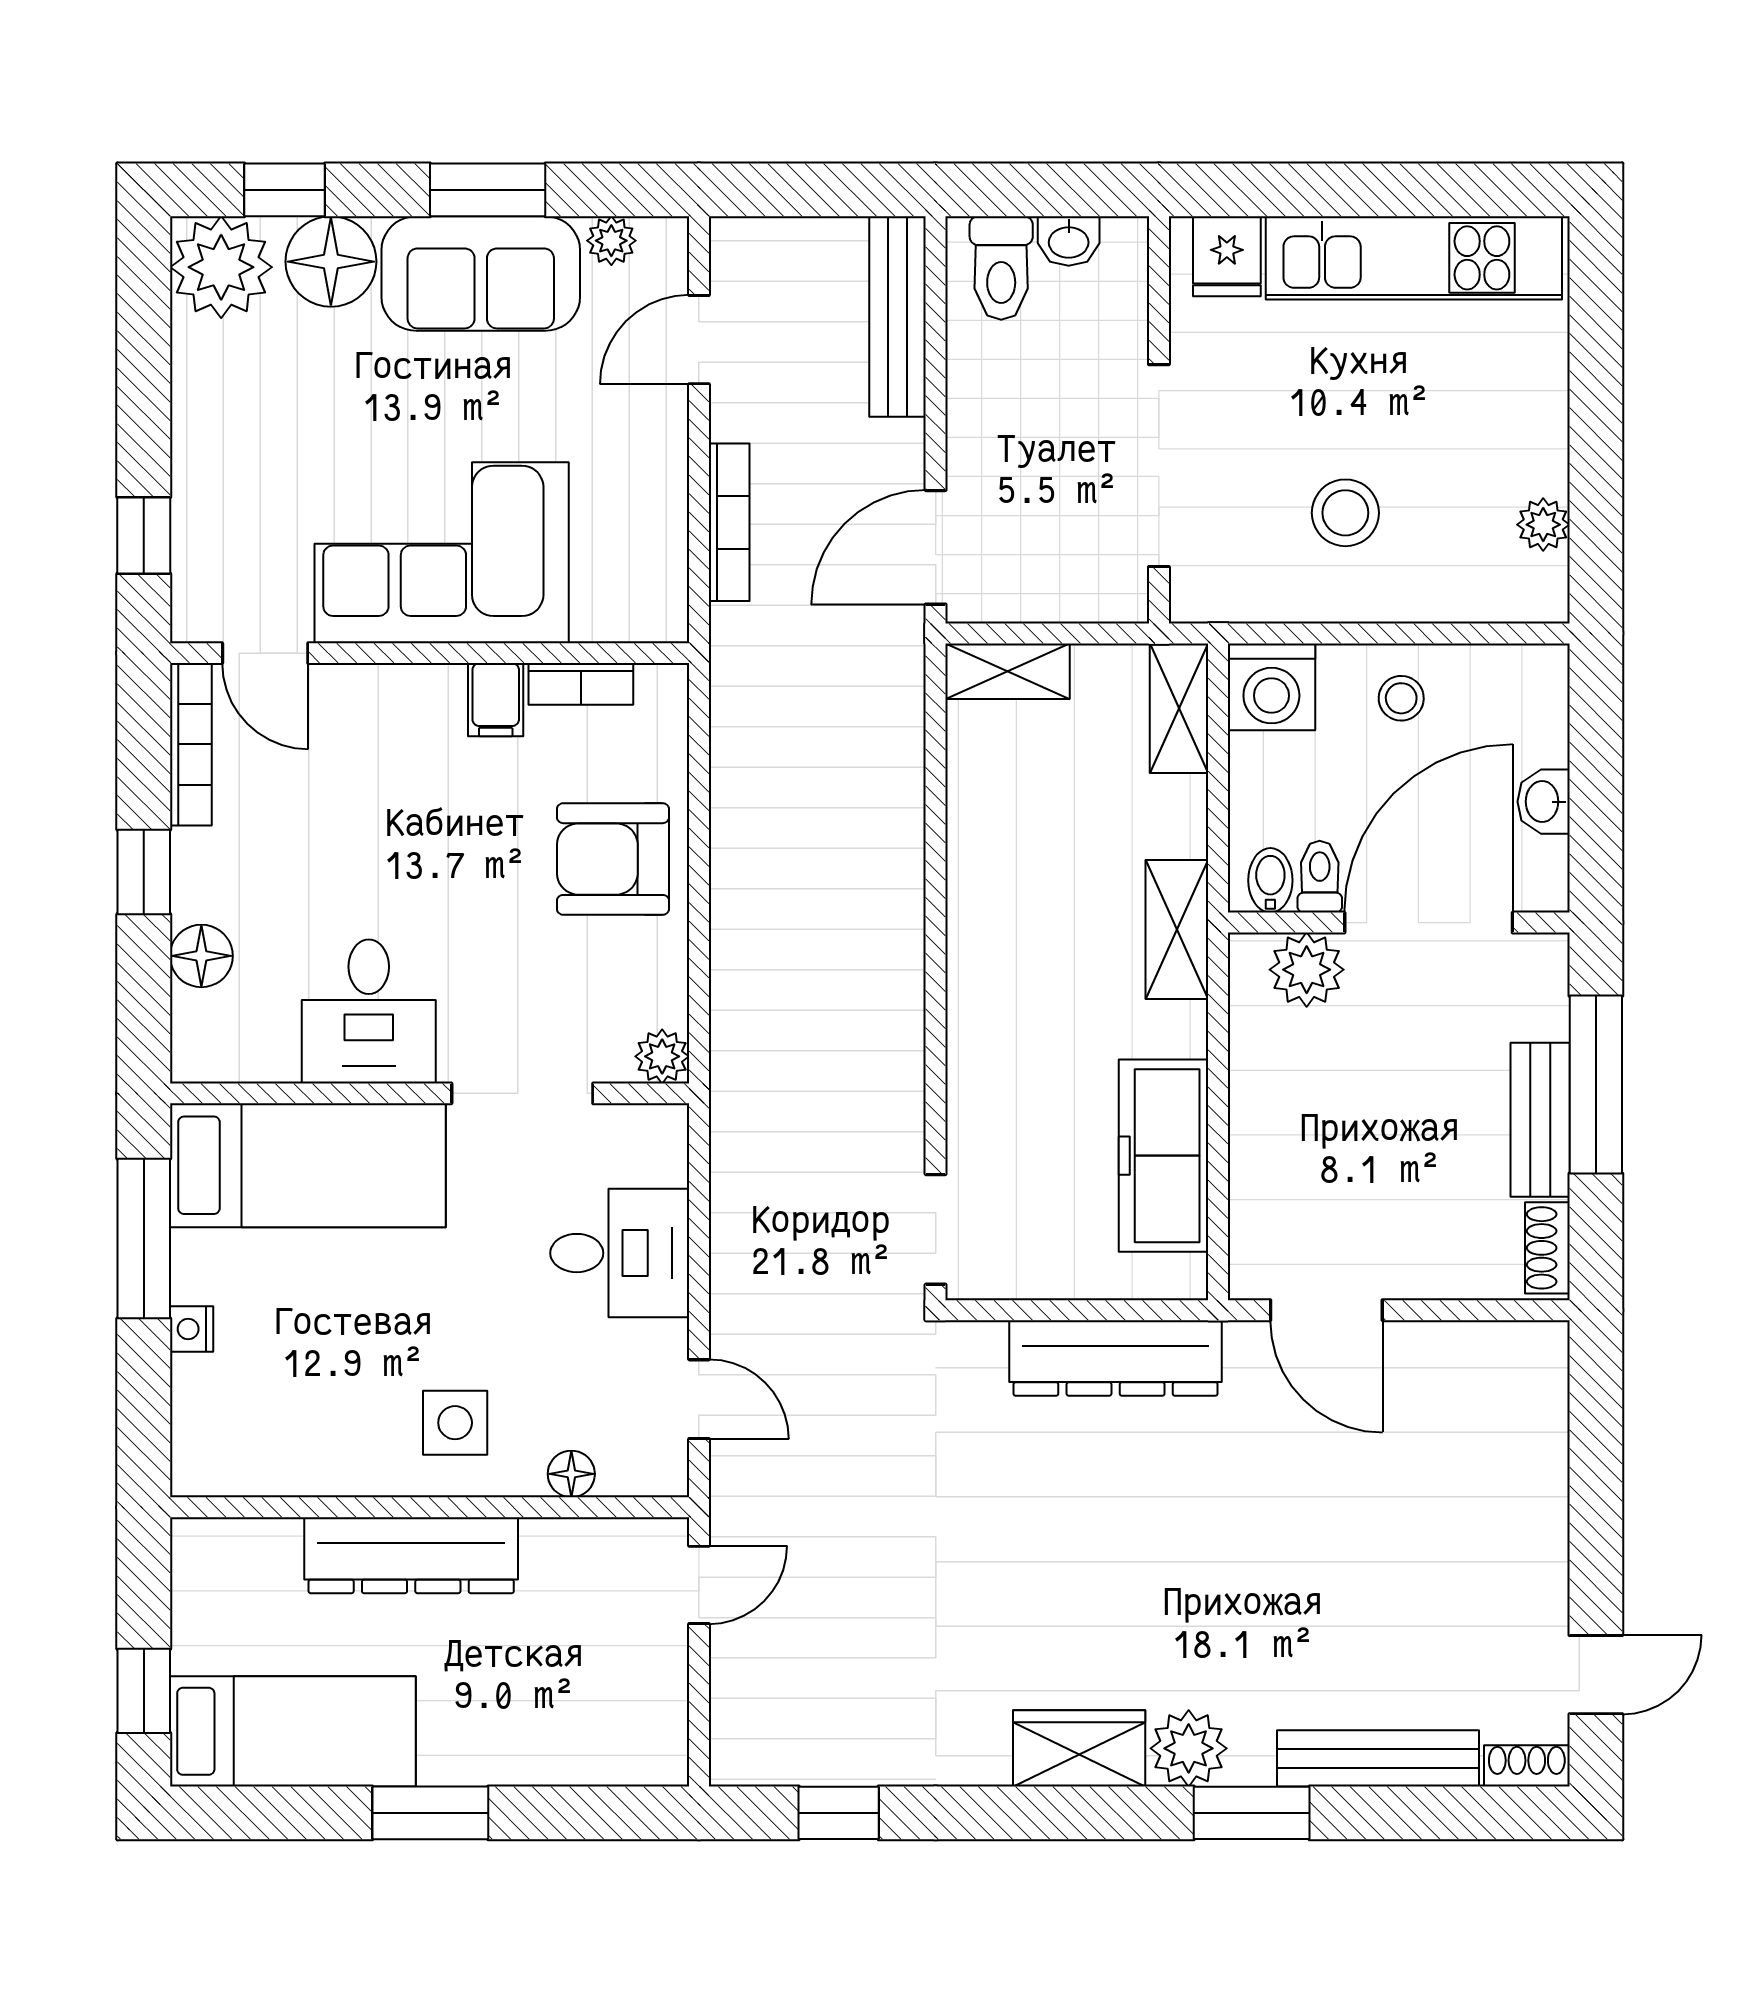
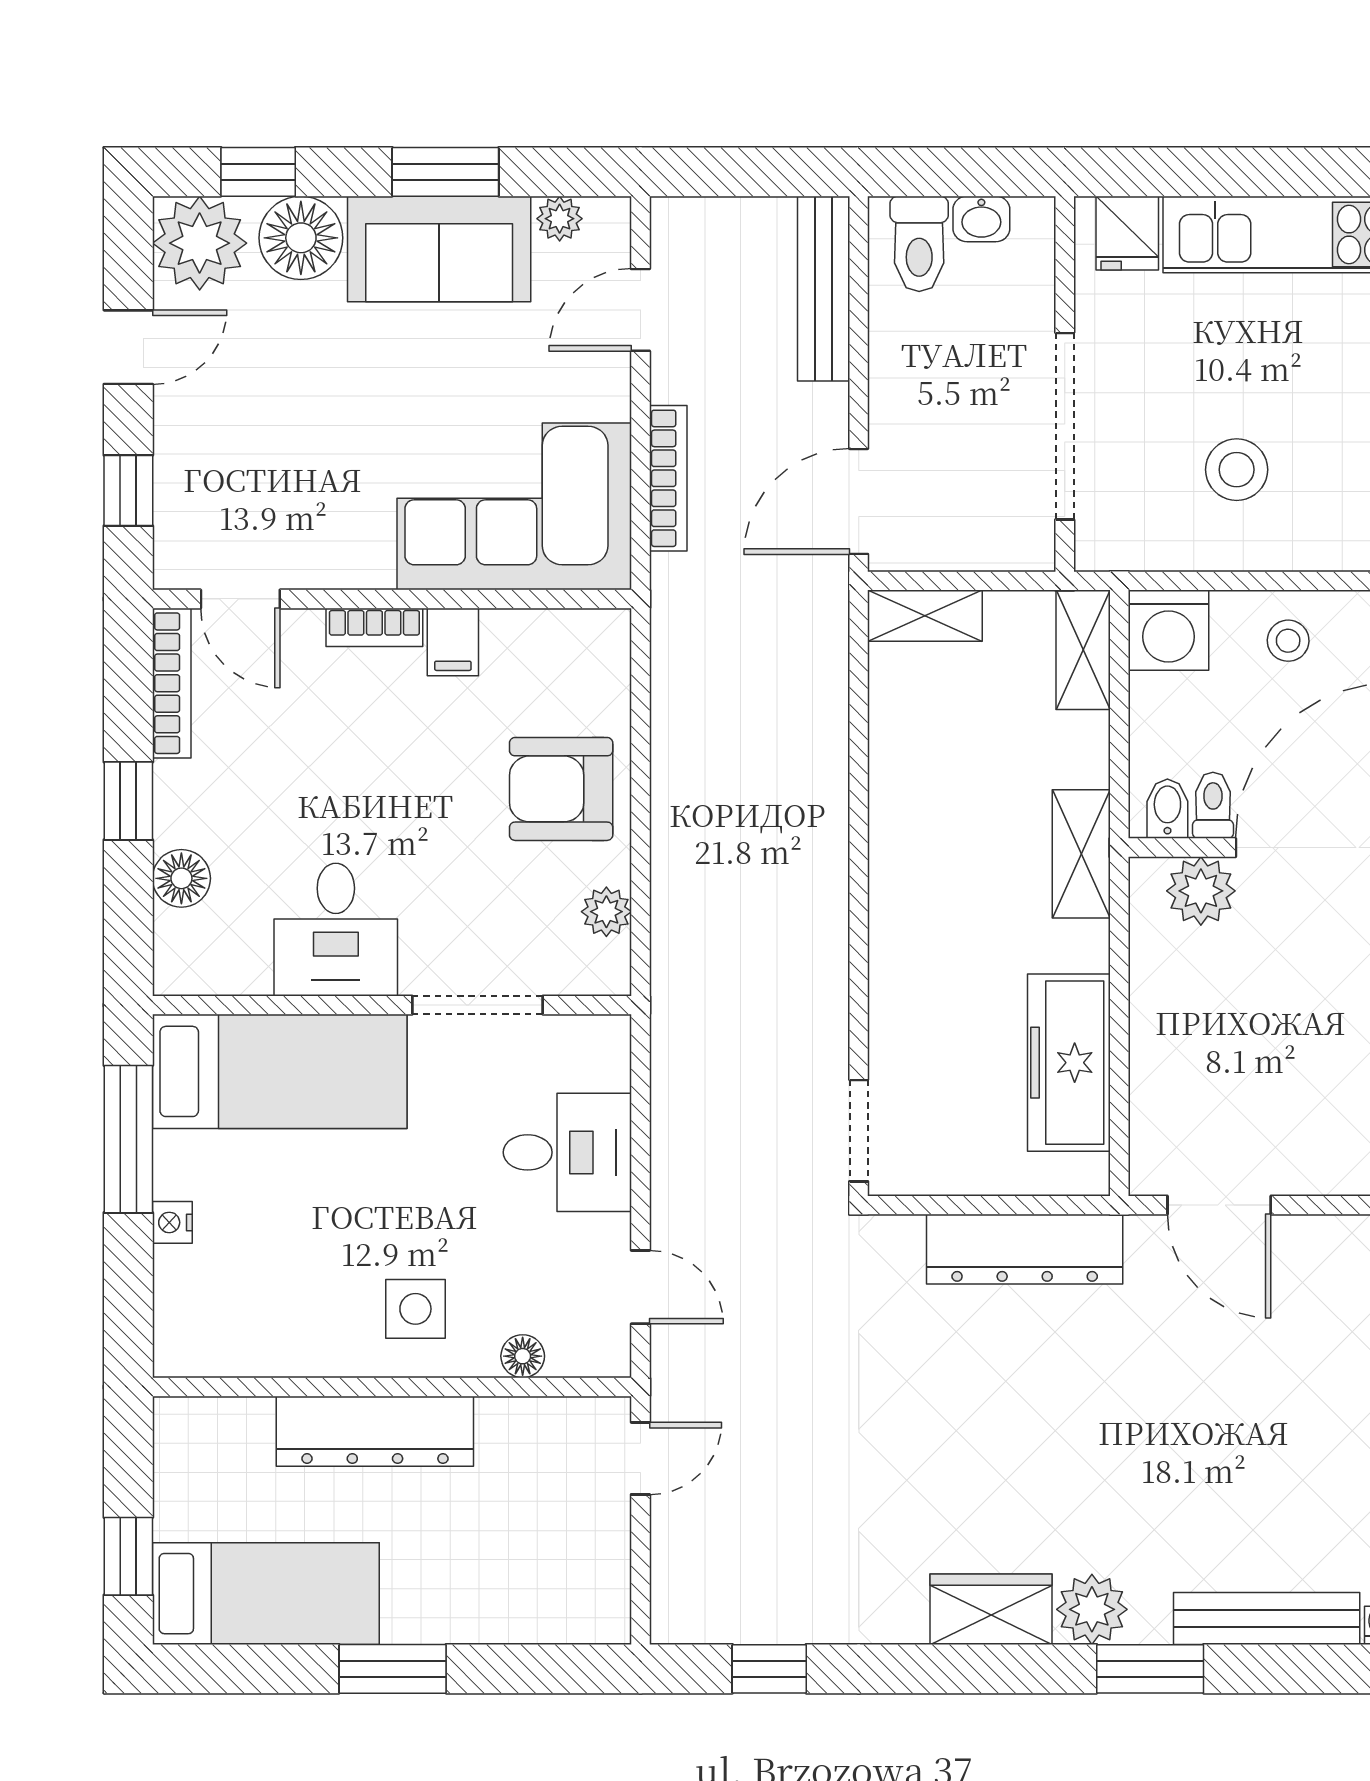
door: (144, 380) -> (128, 347), added
corner sofa: (442, 553) -> (514, 506), moved
bookcase: (581, 684) -> (374, 627), moved
plant: (662, 1056) -> (606, 912), moved

